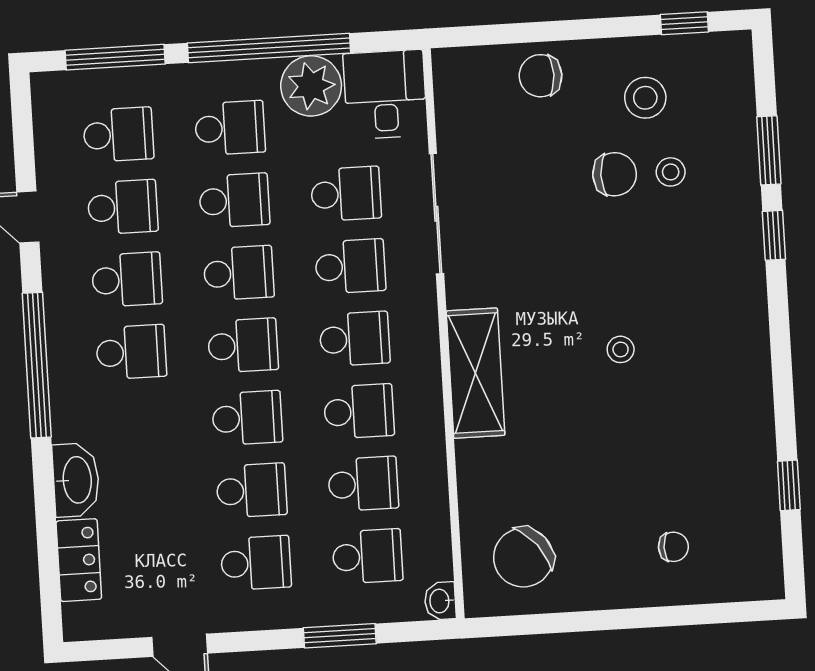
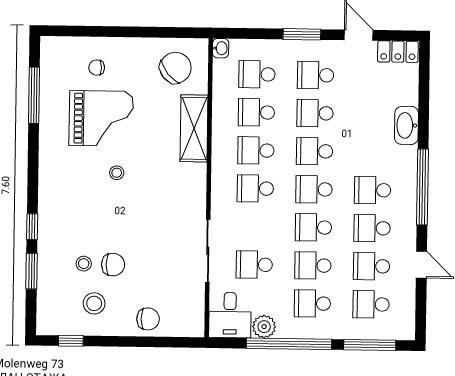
plant: (311, 86) -> (264, 327), width x0.73, depth x0.73
chair: (615, 174) -> (113, 265), turned 180
school desk: (350, 266) -> (255, 227), removed
shelving: (476, 373) -> (194, 128), moved
grand piano: (658, 451) -> (101, 118), added
window: (789, 485) -> (34, 95), width x2.17
locker: (79, 560) -> (398, 52), moved, turned -90
window: (340, 636) -> (302, 34), moved

